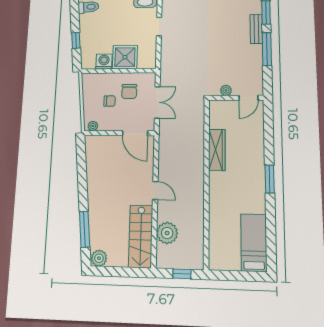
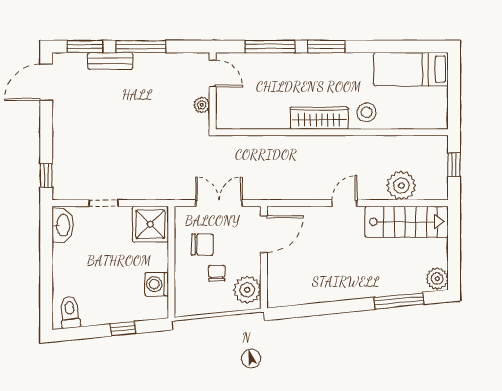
shower: (125, 57) -> (150, 224), moved
plant: (93, 126) -> (247, 290), width x1.87, depth x1.87
window: (269, 138) -> (270, 47), added
wardrobe: (217, 150) -> (319, 118), moved
stool: (221, 208) -> (367, 112), added

